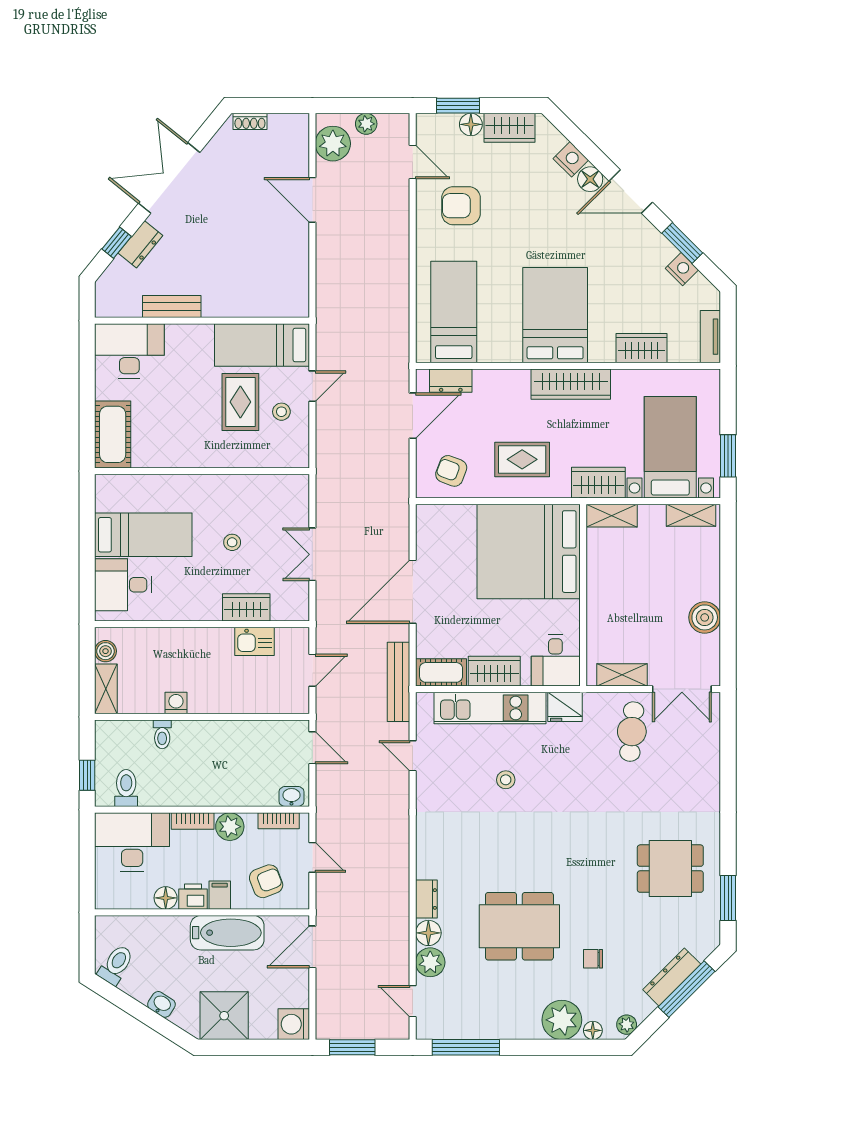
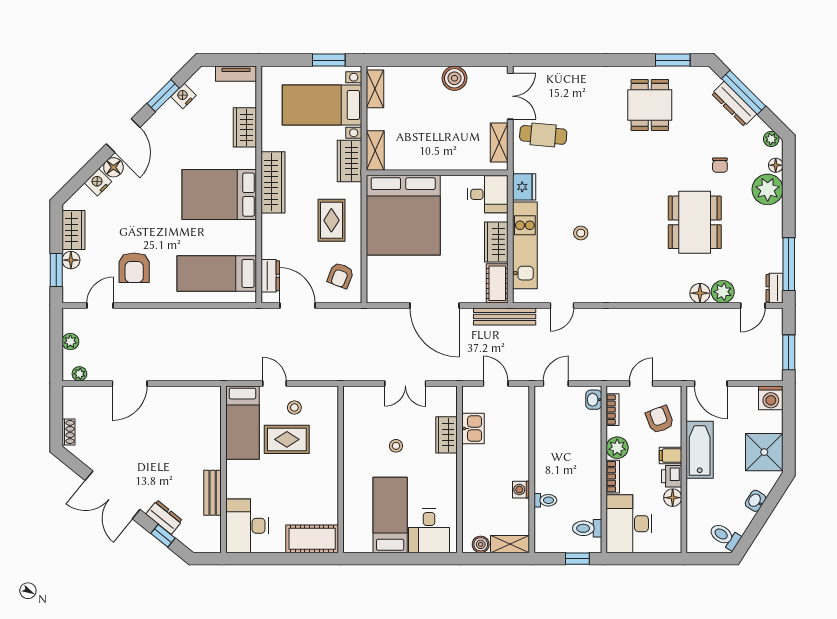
plant: (333, 144) -> (79, 374), width x0.53, depth x0.53
dresser: (426, 899) -> (775, 288), moved, turned -90

